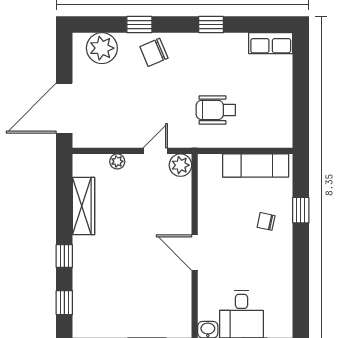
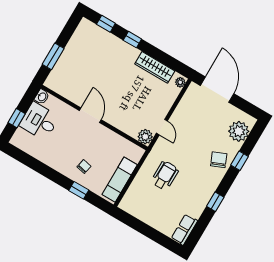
plant: (117, 161) -> (180, 82), moved
door: (195, 253) -> (90, 115), hinge flipped

